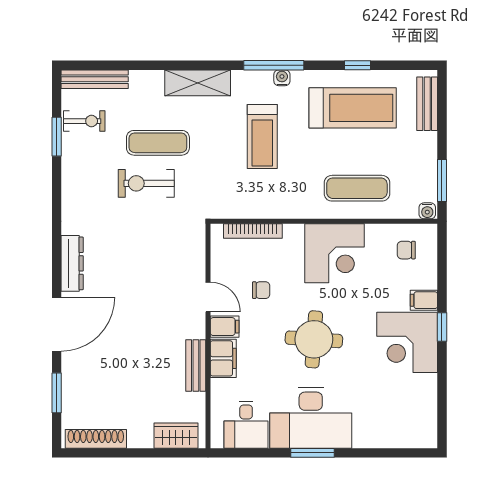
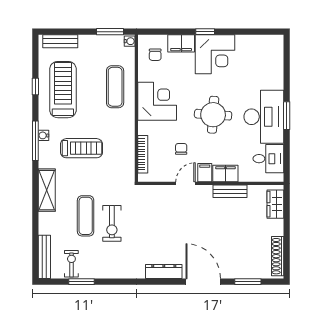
filing cabinet: (424, 300) -> (181, 43), width x2.00

